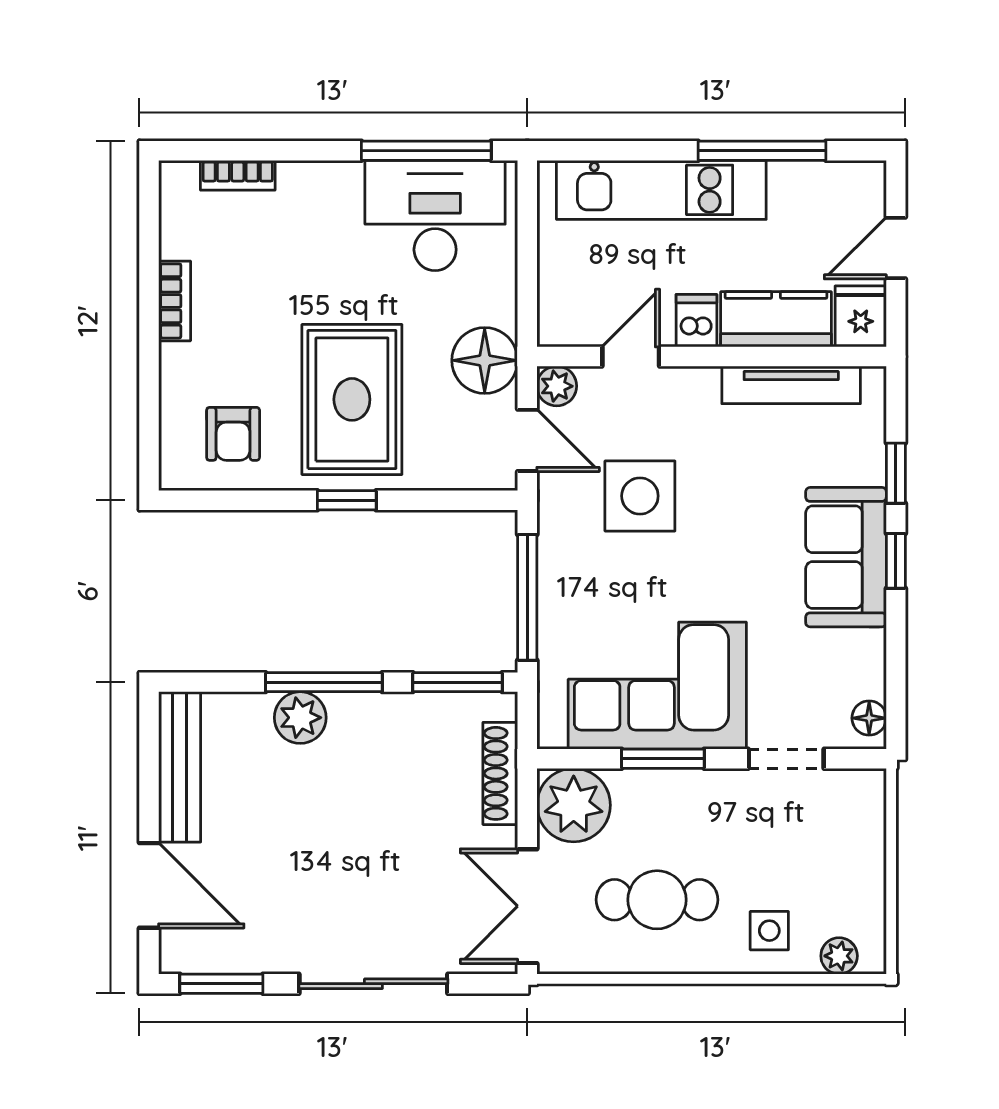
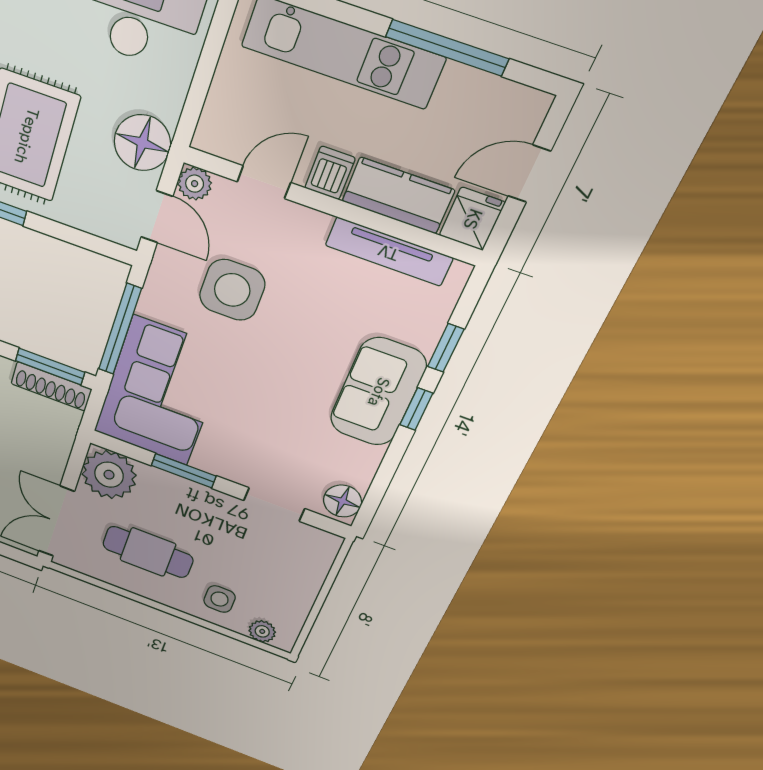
corner sofa: (657, 686) -> (161, 391), moved, turned 90
floor lamp: (869, 718) -> (343, 501), width x1.37, depth x1.37
shoe rack: (500, 773) -> (51, 386), moved, turned -90

